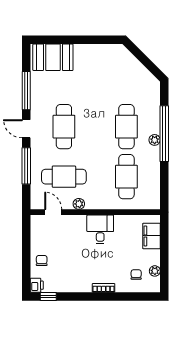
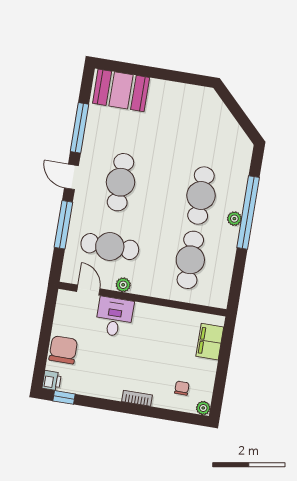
desk: (100, 229) -> (114, 317), moved
chair: (42, 261) -> (63, 350), width x1.87, depth x1.87
plant: (155, 271) -> (203, 408), moved

